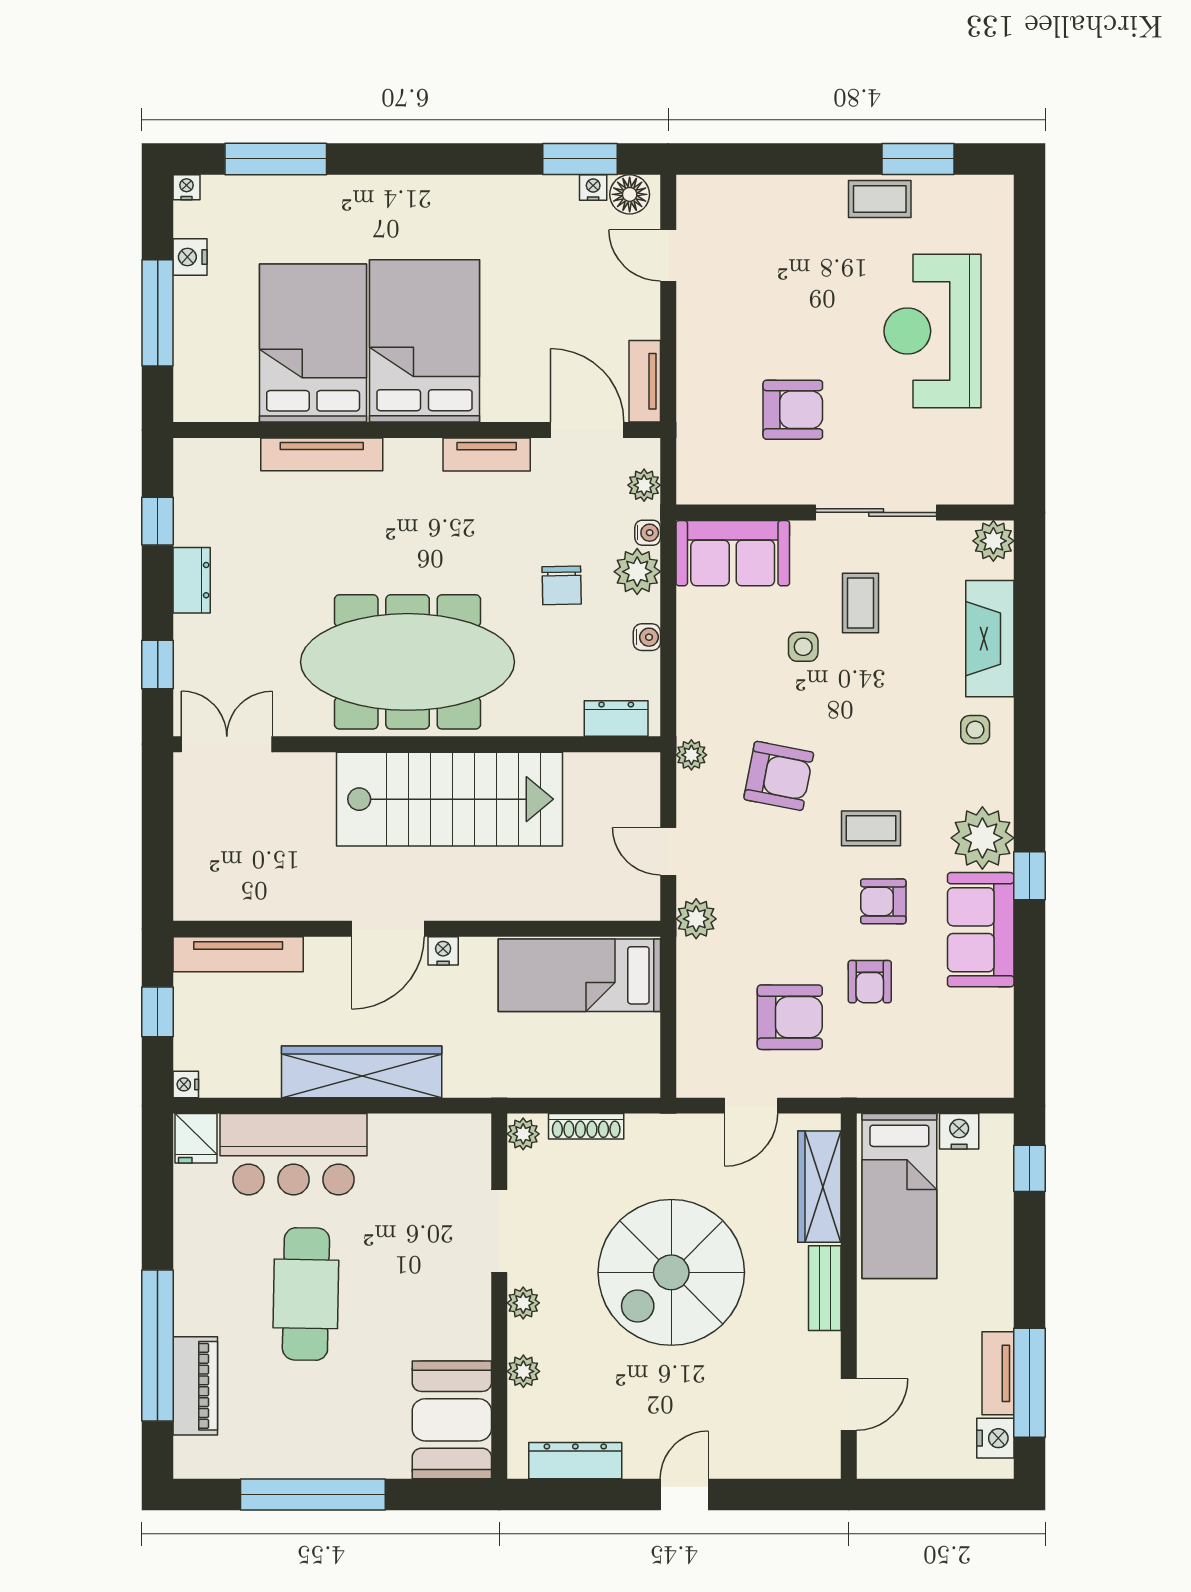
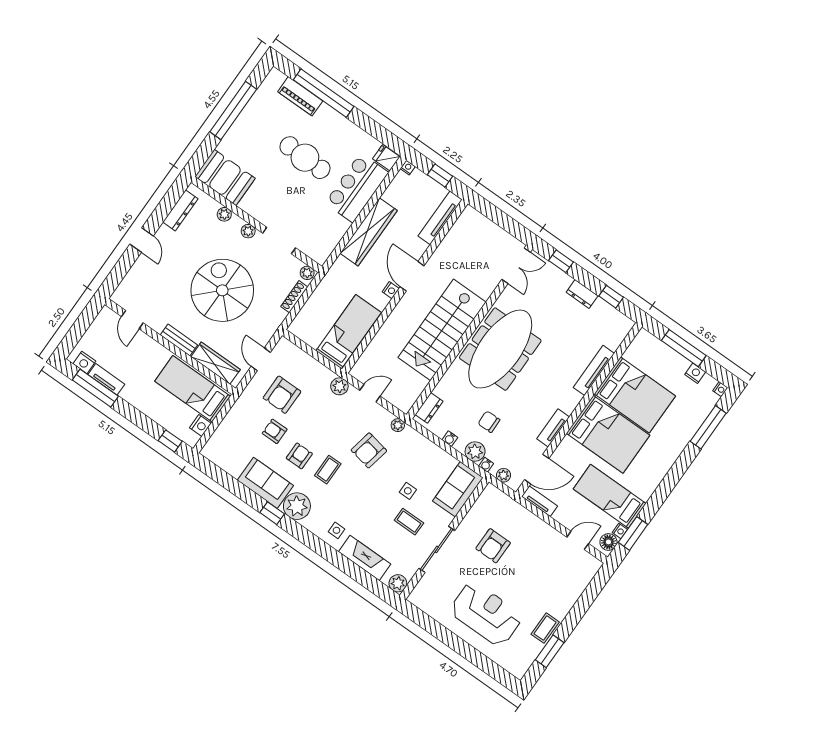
bed: (541, 254) -> (610, 496), added

